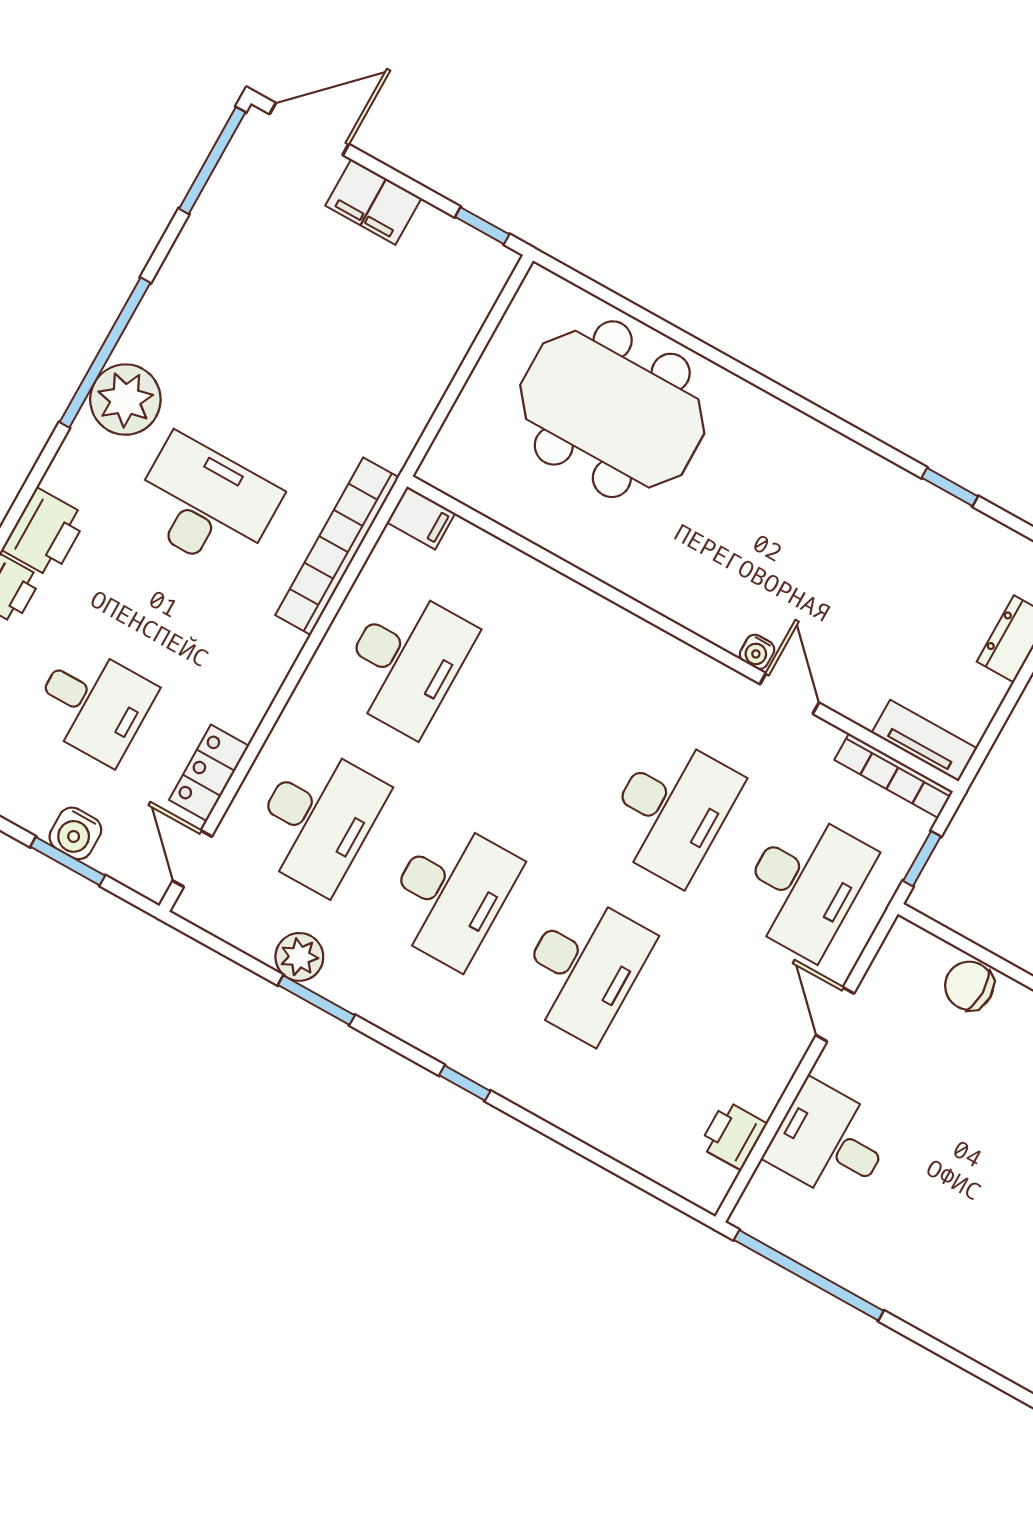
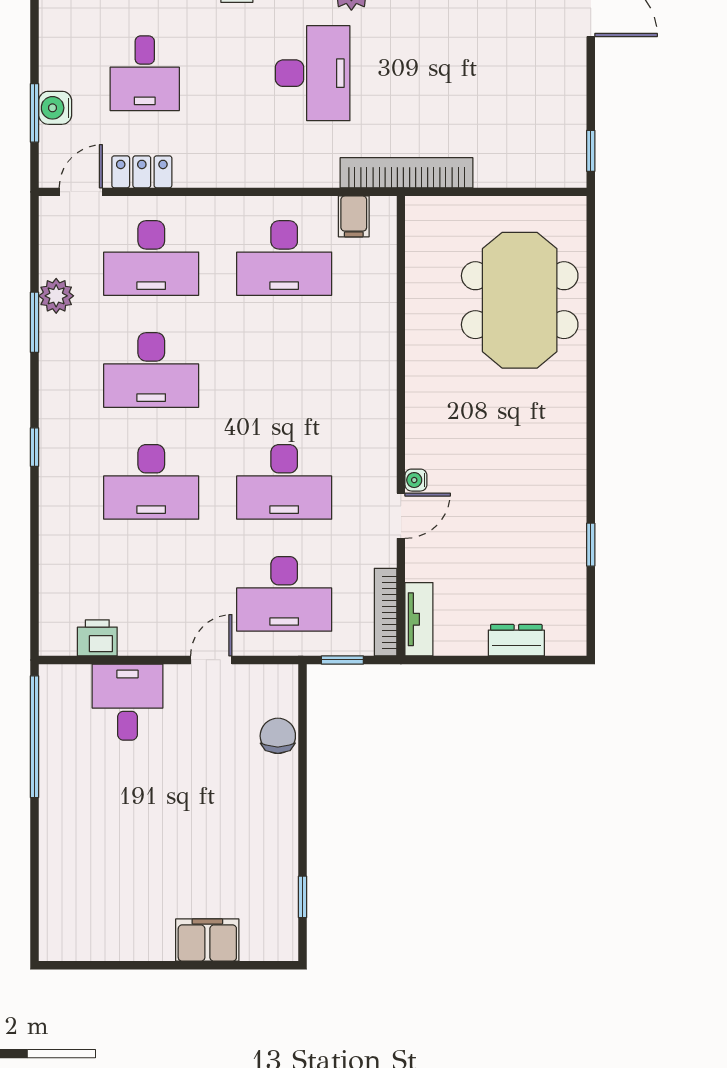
filing cabinet: (373, 202) -> (567, 73), removed
filing cabinet: (421, 518) -> (354, 216), moved
bookcase: (337, 546) -> (406, 173), moved

